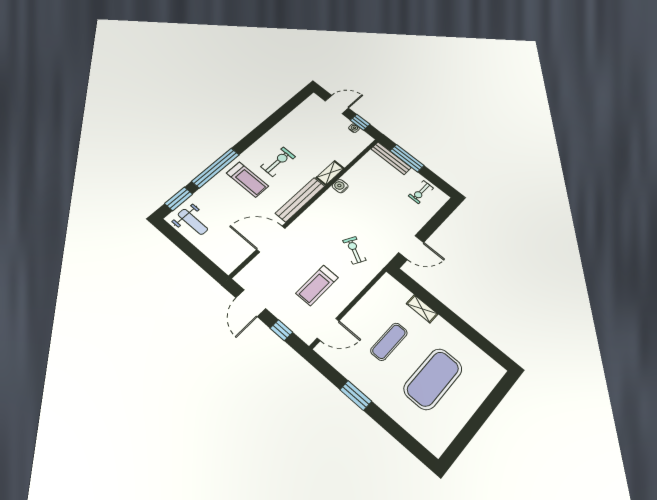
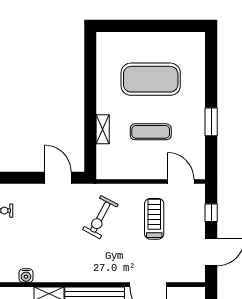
water cooler: (340, 186) -> (26, 276), moved
exercise bike: (354, 250) -> (100, 217), width x1.38, depth x1.39
treadmill: (317, 285) -> (154, 219), turned -90

